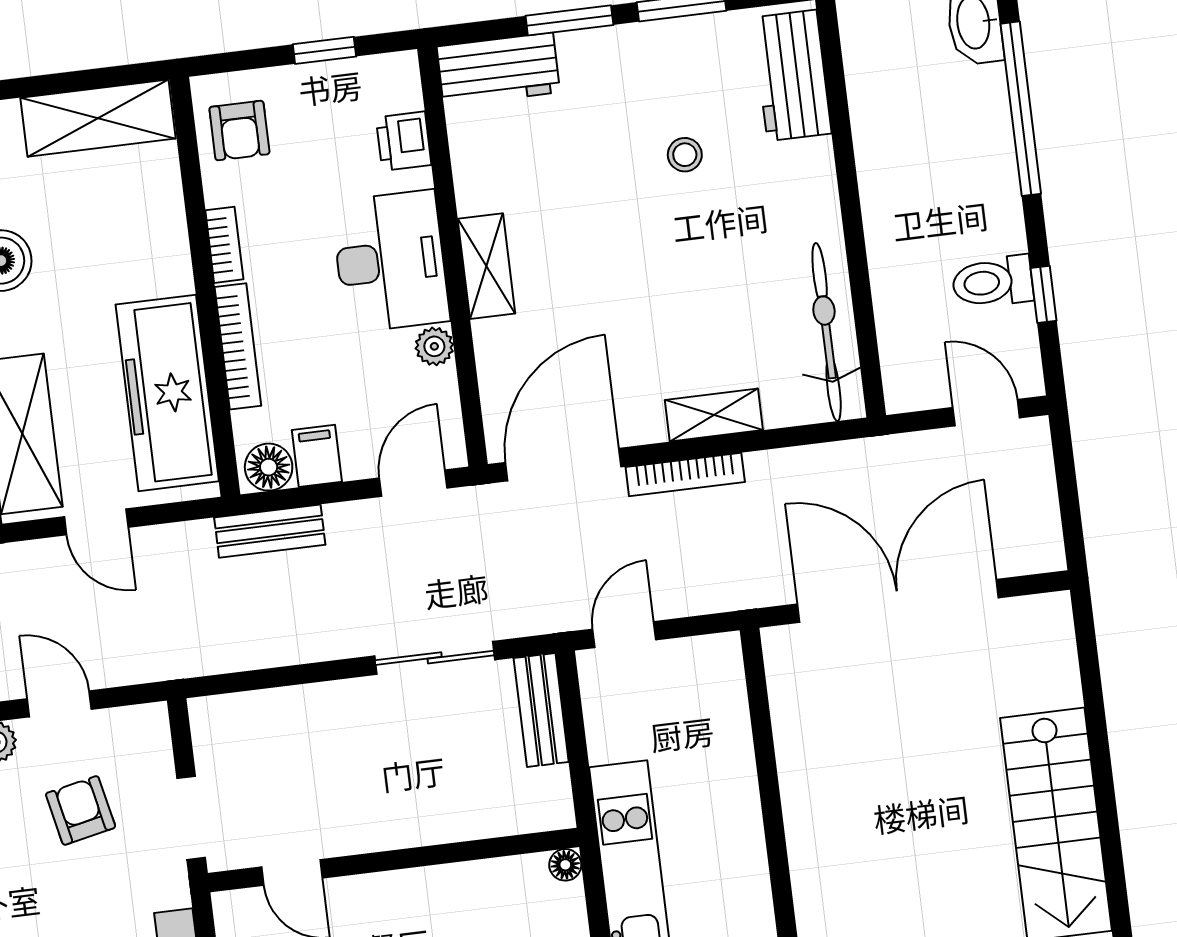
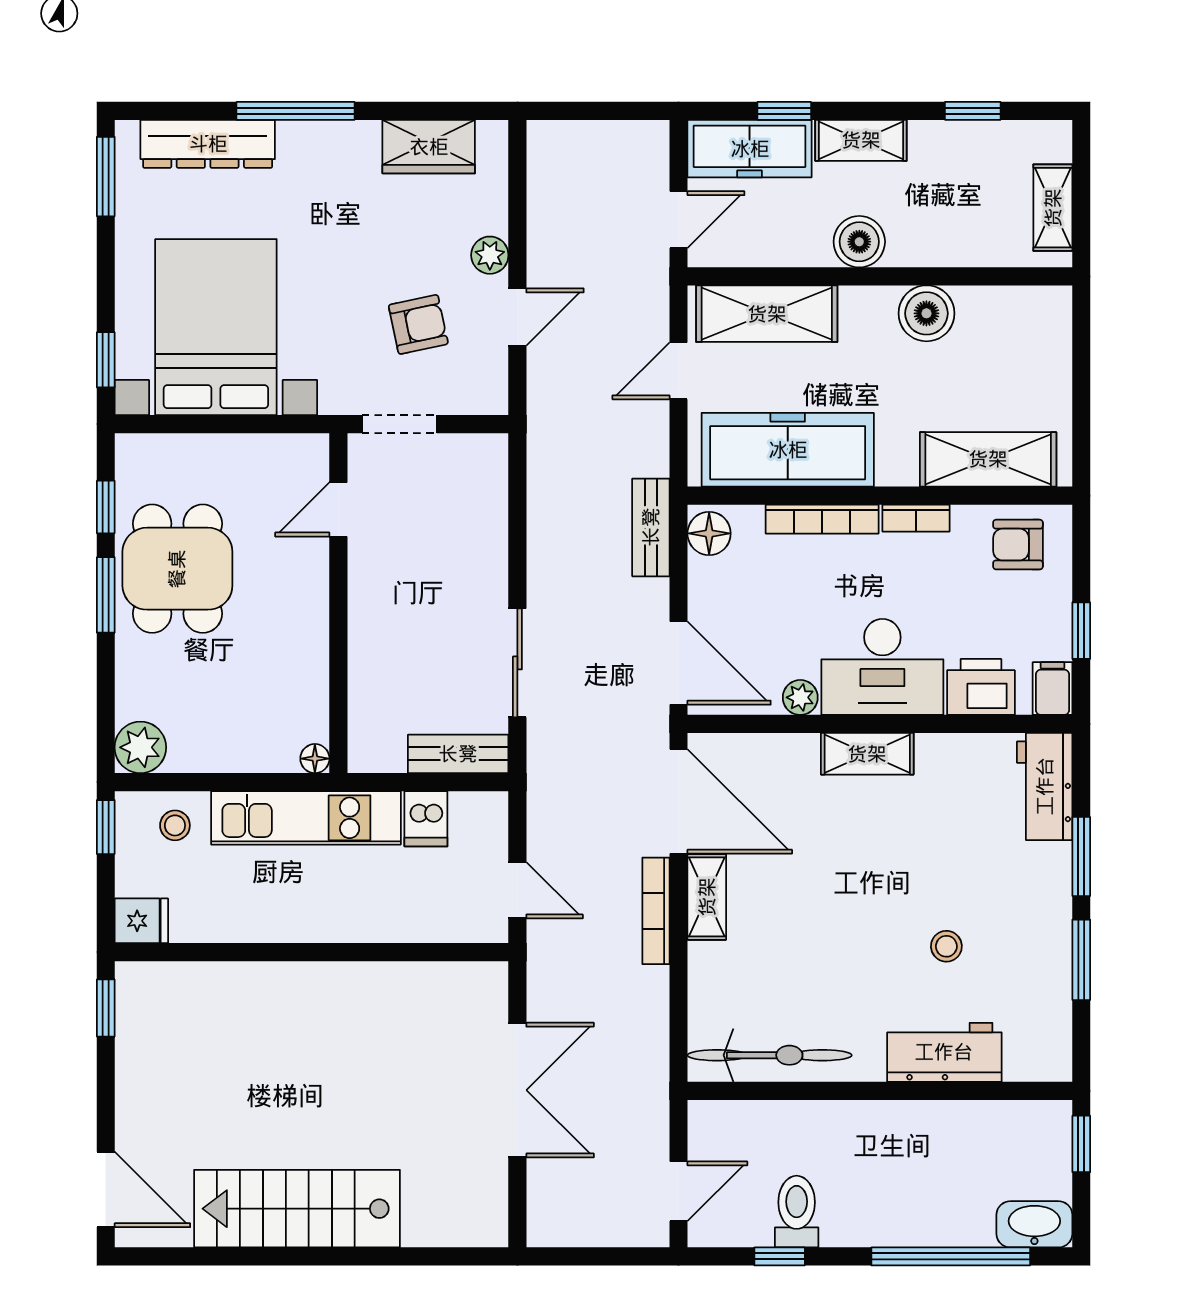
workbench: (792, 75) -> (944, 1052), moved
shelving: (98, 118) -> (988, 459), moved, turned 90
printer: (404, 141) -> (981, 687), width x1.36, depth x1.24
shelving: (714, 415) -> (707, 897), moved
filing cabinet: (317, 456) -> (1053, 689), moved, turned -90
door: (413, 483) -> (679, 663), width x1.38
double door: (898, 601) -> (517, 1090), width x0.73
door: (624, 635) -> (517, 890), moved
dishwasher: (616, 736) -> (426, 819), added

